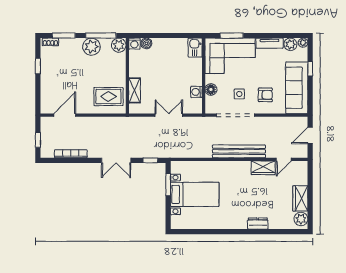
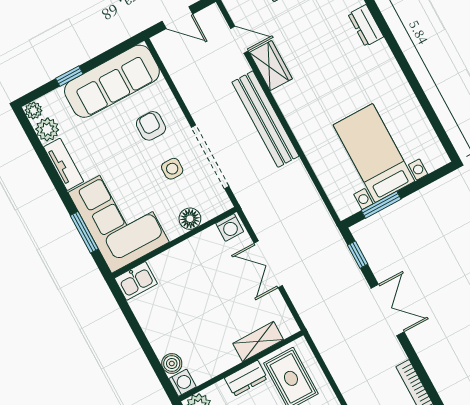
dresser: (120, 75) -> (246, 378), added
washing machine: (196, 92) -> (230, 227), moved

